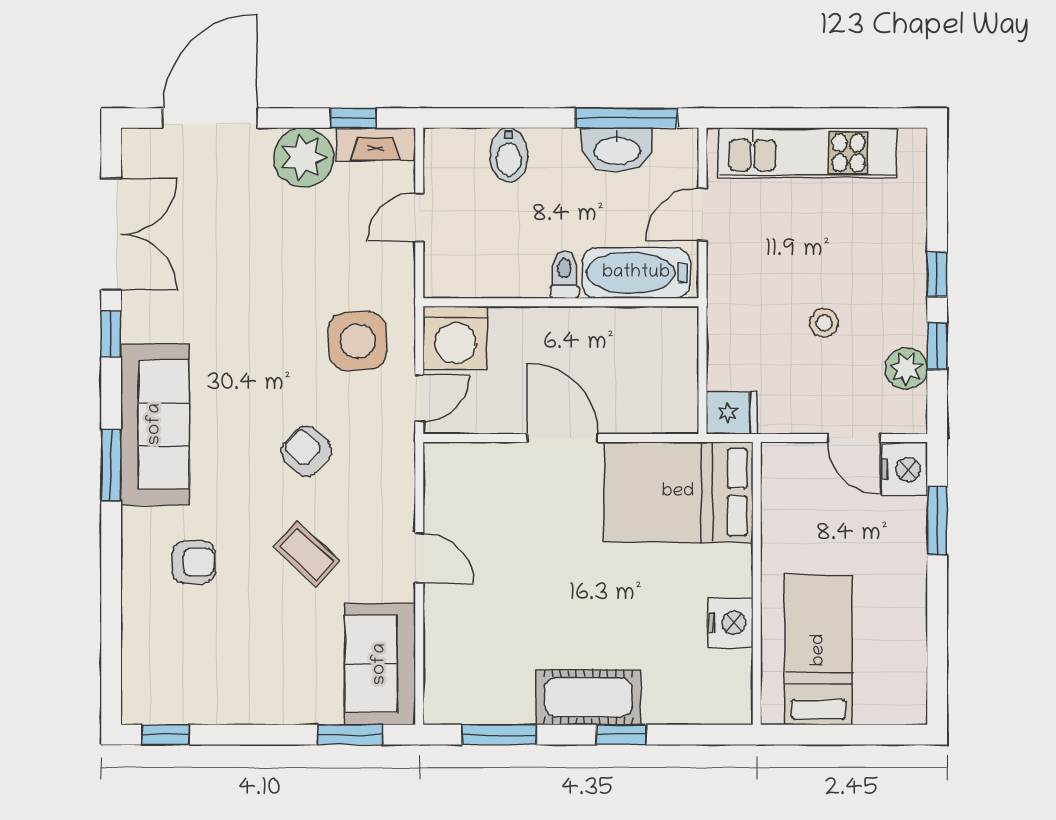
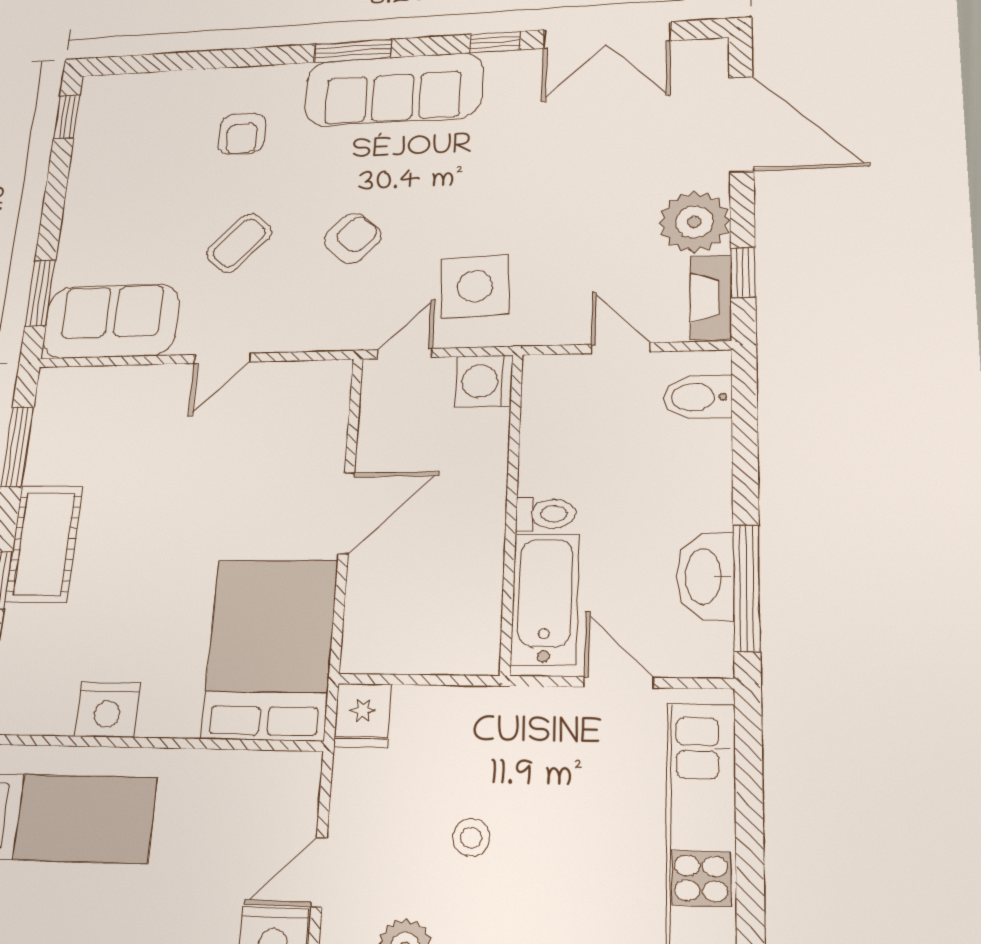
bidet: (509, 155) -> (697, 397), moved
washing machine: (455, 338) -> (484, 381), width x0.73, depth x0.73
door: (419, 398) -> (405, 354), swing flipped

